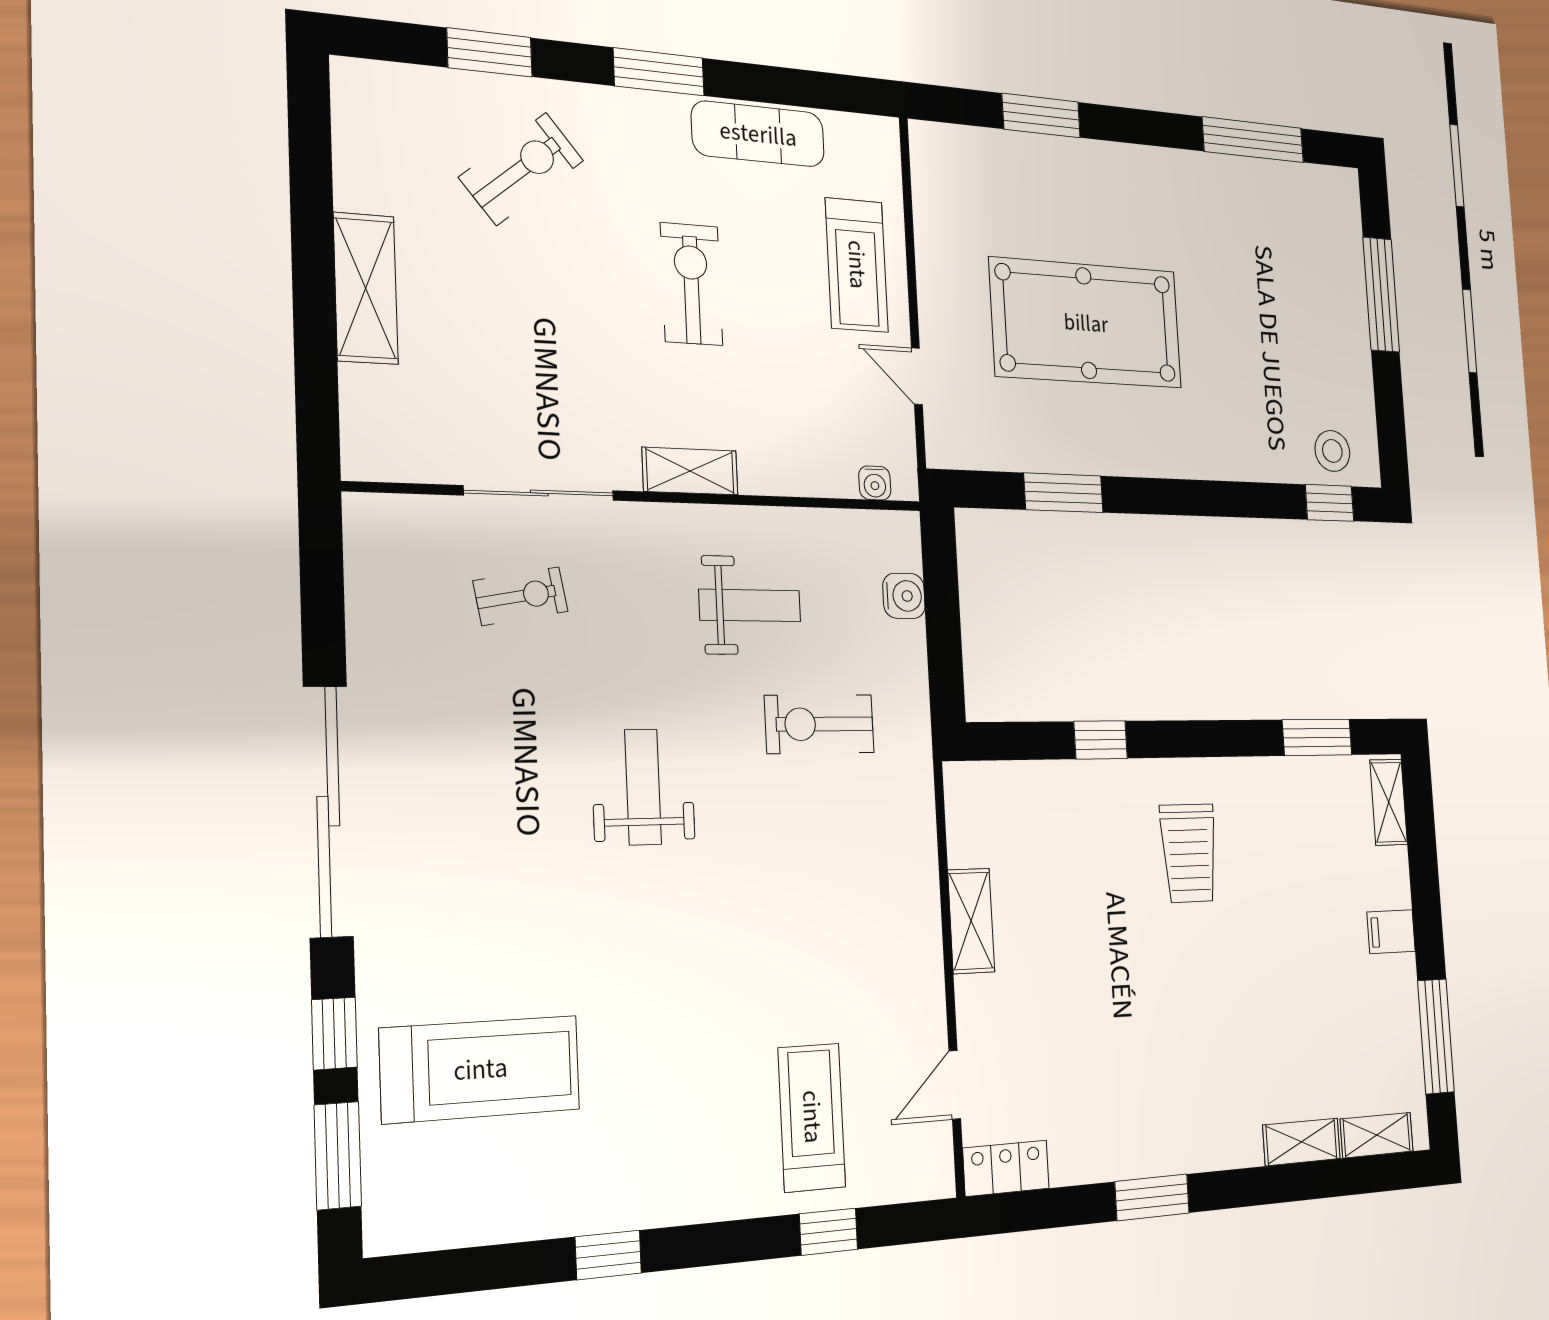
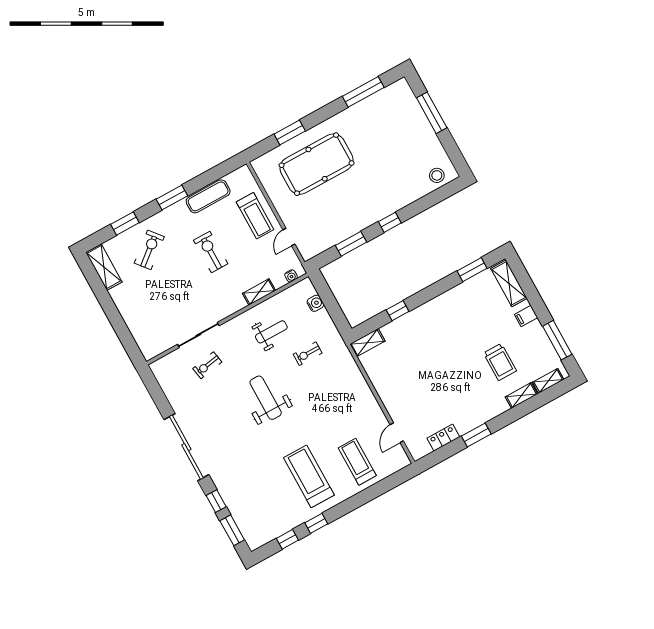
shelving: (366, 288) -> (104, 267), moved
pool table: (1086, 323) -> (317, 164), moved
door: (917, 376) -> (289, 237), hinge flipped
shelving: (690, 471) -> (259, 292), moved
window: (1330, 503) -> (390, 222), moved
exercise bike: (521, 596) -> (207, 365), turned 180
exercise bike: (819, 724) -> (308, 354), width x0.73, depth x0.72
weight bench: (643, 787) -> (266, 398), width x1.36, depth x1.33
shelving: (1389, 802) -> (509, 283), width x1.50, depth x1.33
trolley: (1189, 853) -> (500, 362), moved
shelving: (971, 921) -> (367, 343), moved, turned 90
treadmill: (481, 1069) -> (309, 476), moved, turned -90
locker: (1006, 1168) -> (443, 438), moved
window: (828, 1232) -> (287, 539), moved

